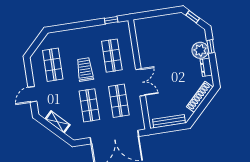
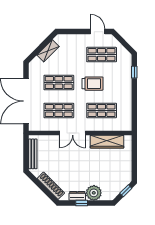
window: (111, 20) -> (134, 72), moved
wardrobe: (144, 45) -> (107, 142), added
window: (211, 46) -> (82, 203), moved
door: (32, 94) -> (98, 31), moved

